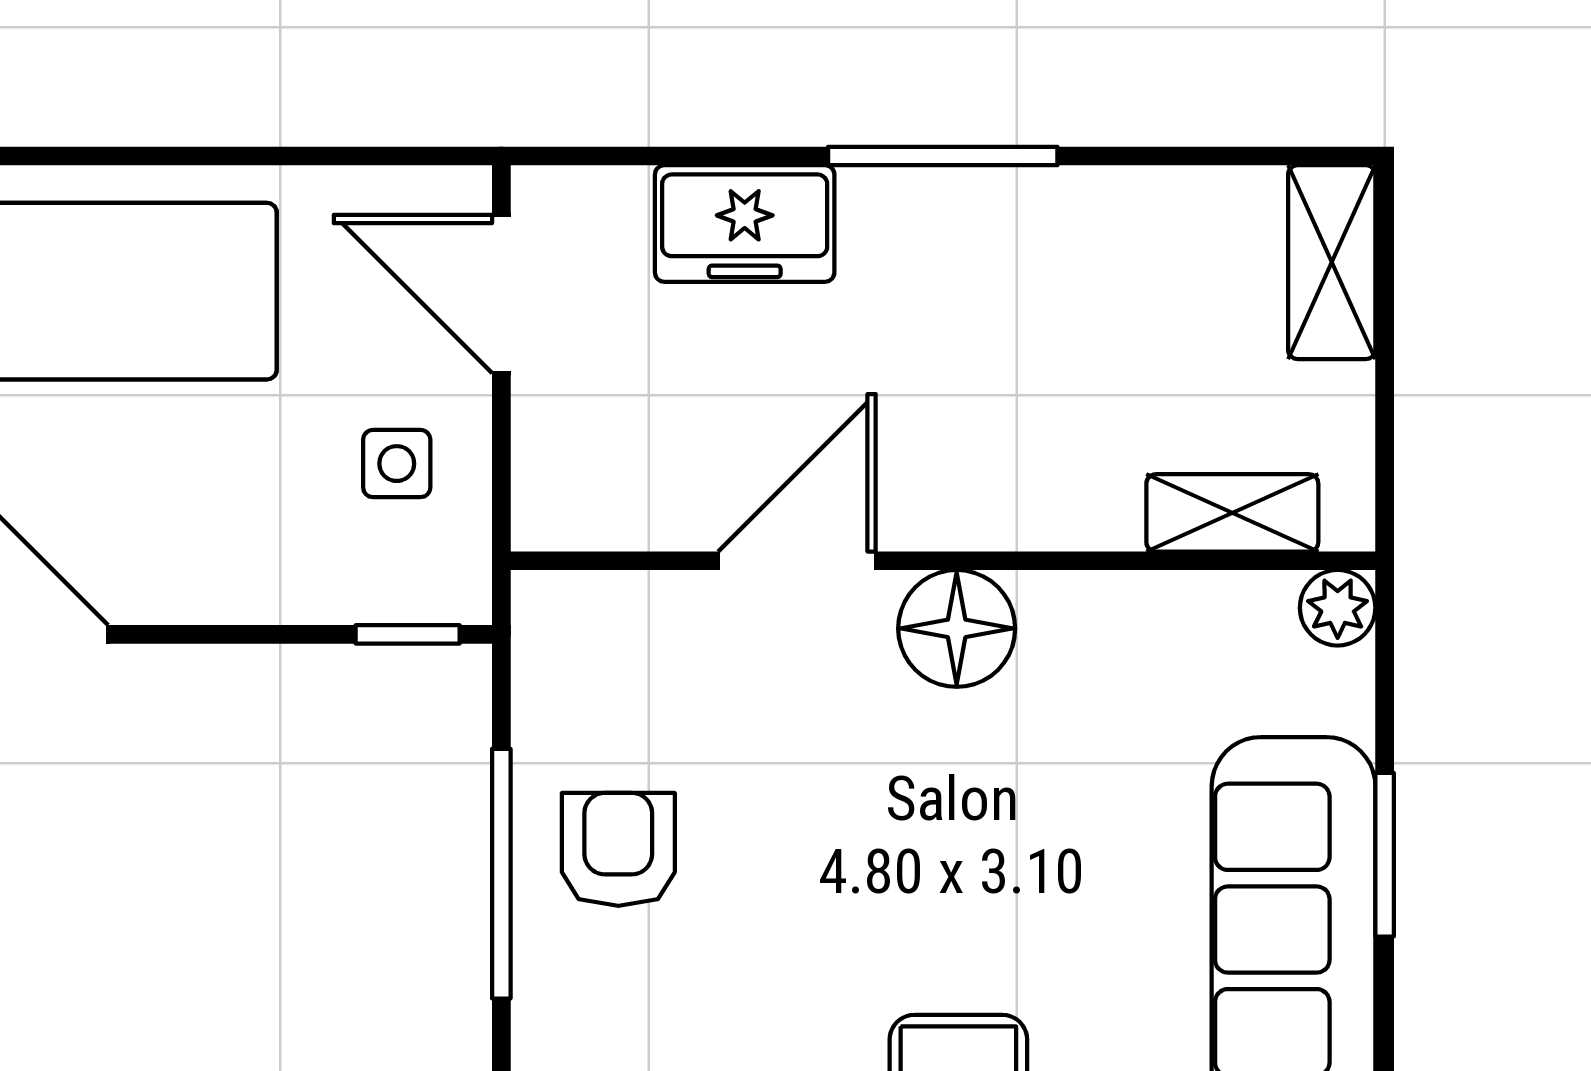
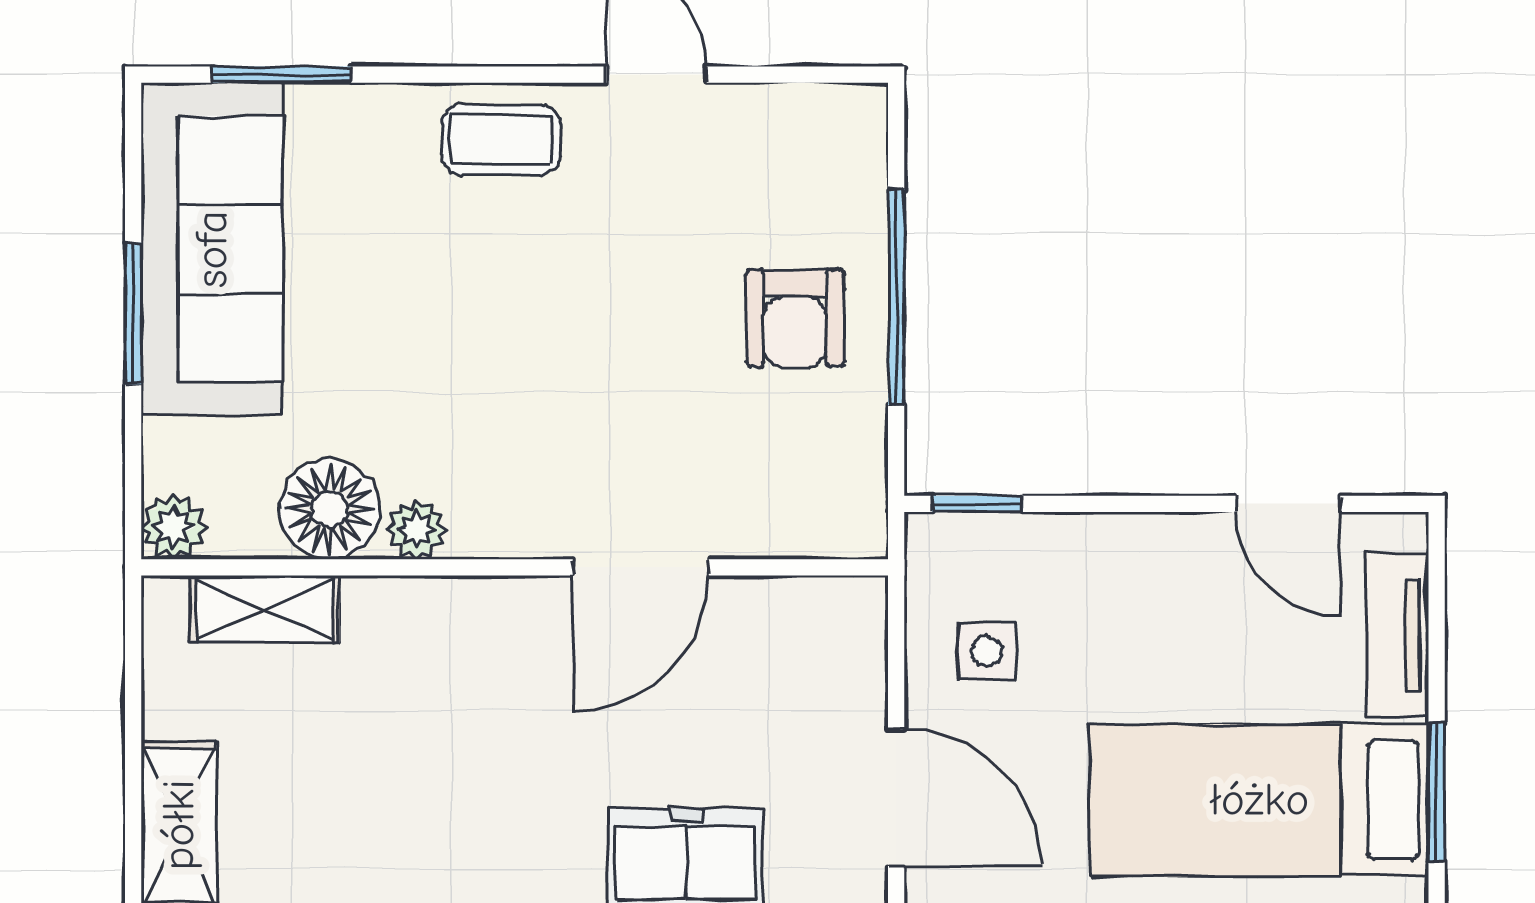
plant: (1057, 604) -> (416, 530), added
floor lamp: (957, 628) -> (330, 509), moved

